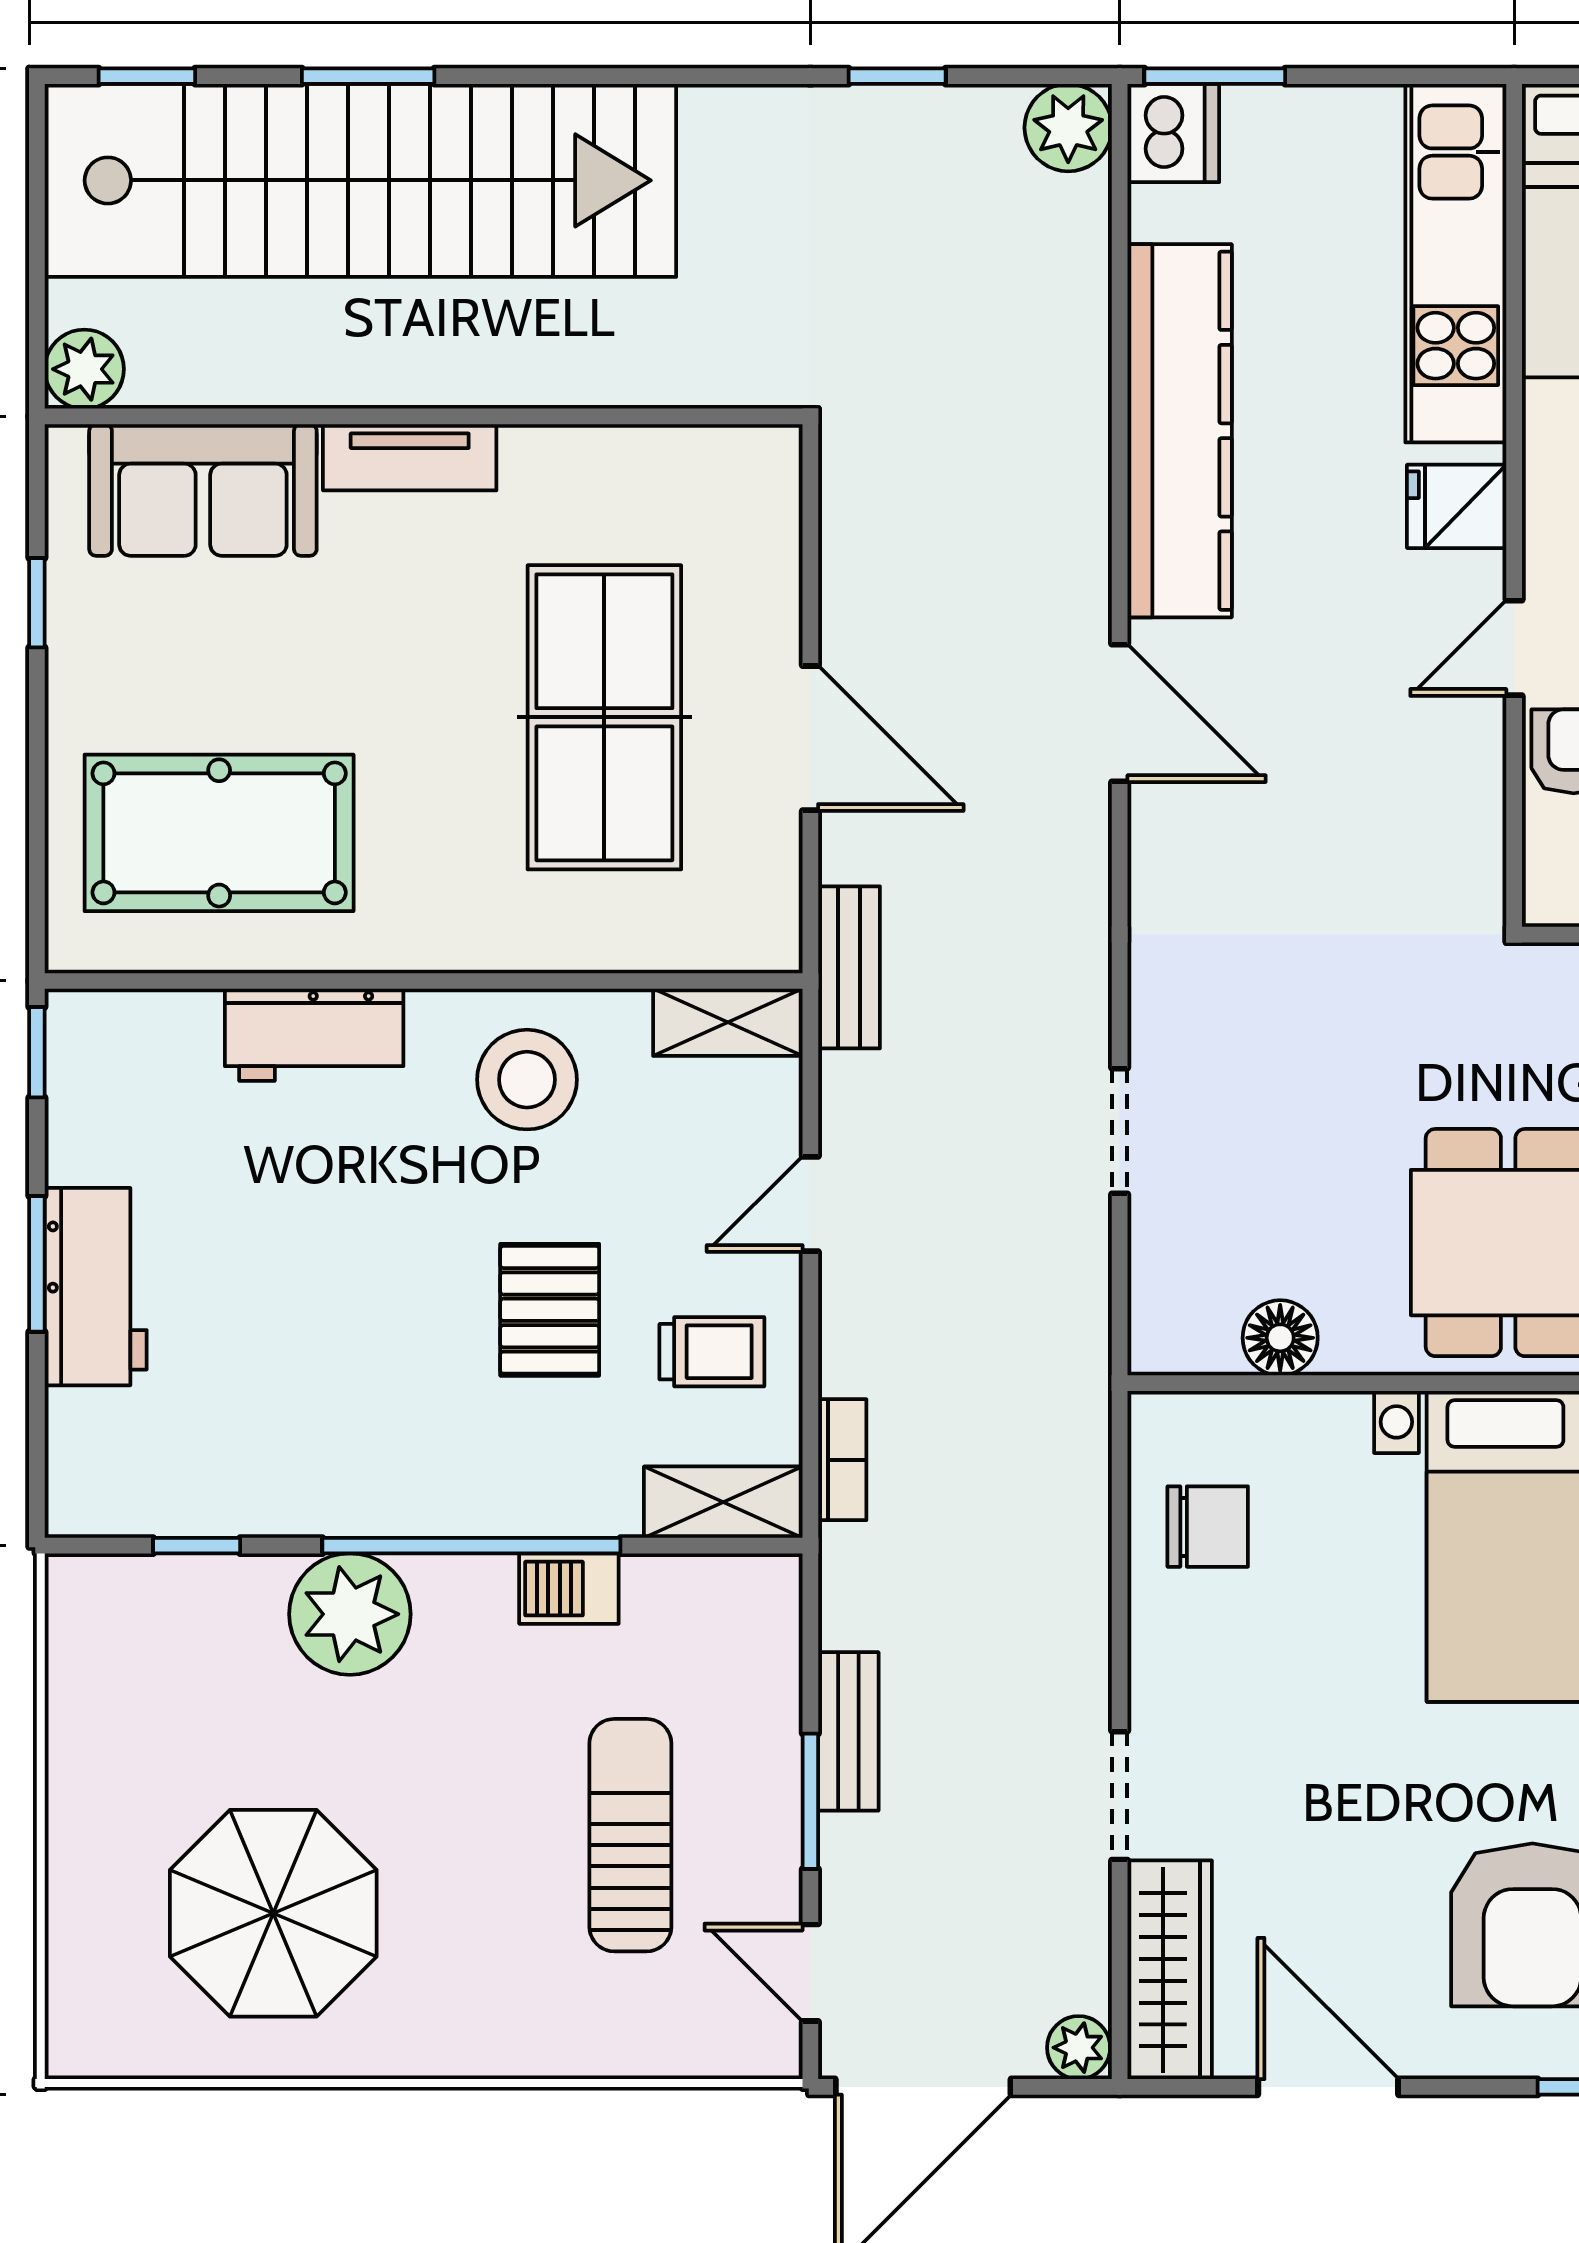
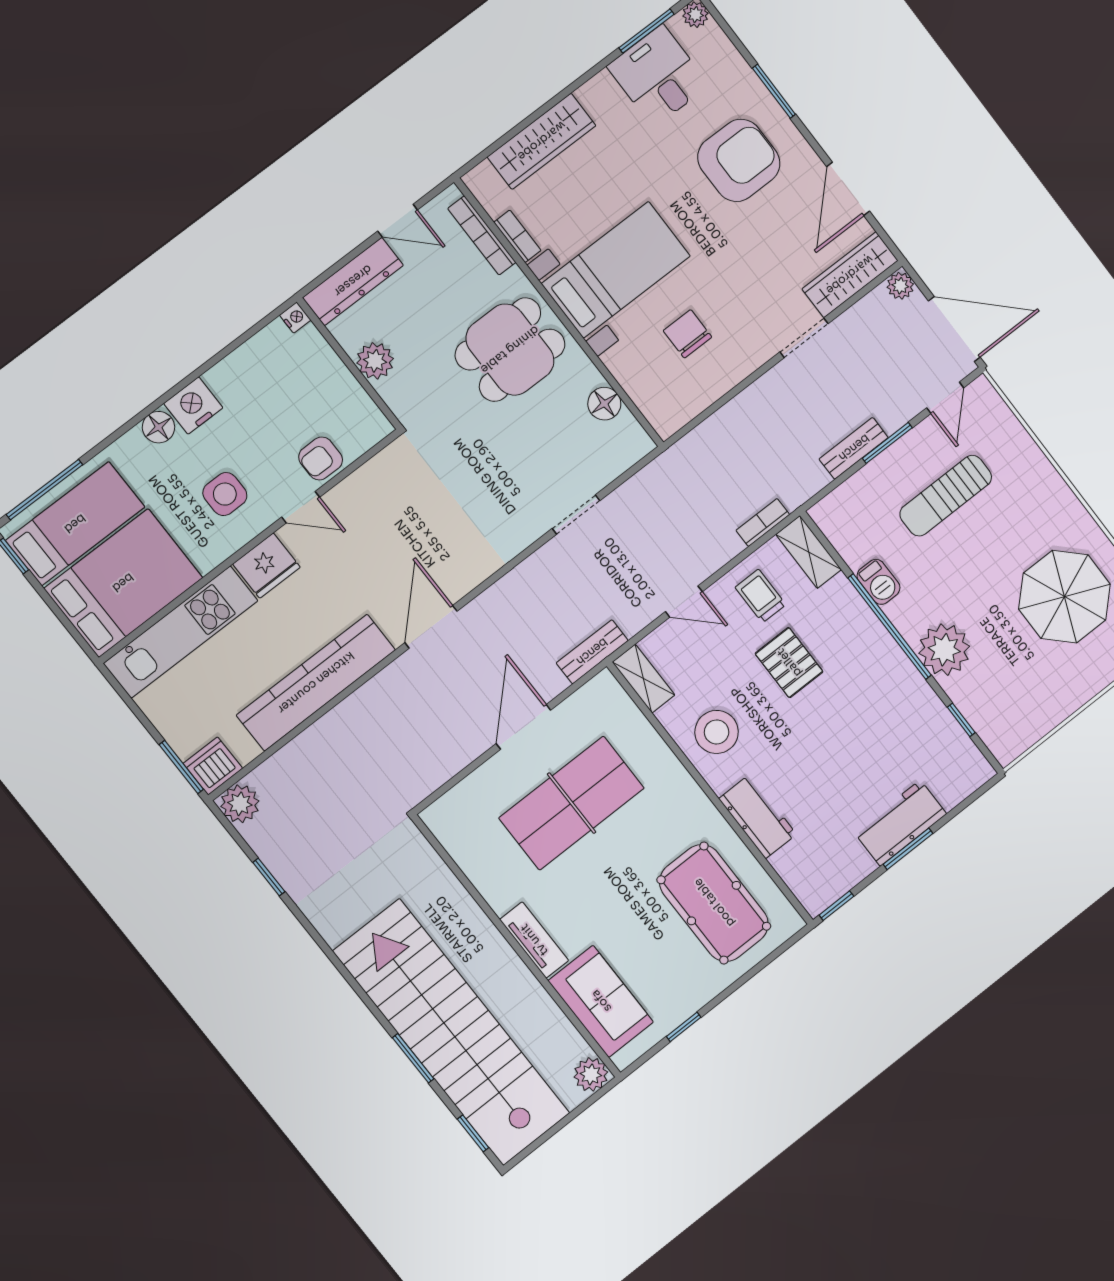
fridge: (1457, 506) -> (266, 566), width x1.38
pallet: (550, 1310) -> (789, 663), turned 90
chair: (1208, 1527) -> (687, 334), moved

